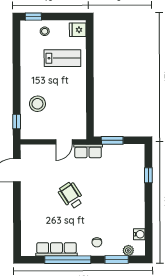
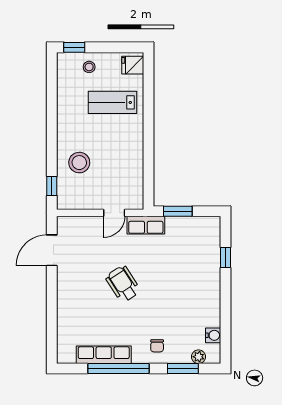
lab bench: (62, 58) -> (113, 102), turned 180

